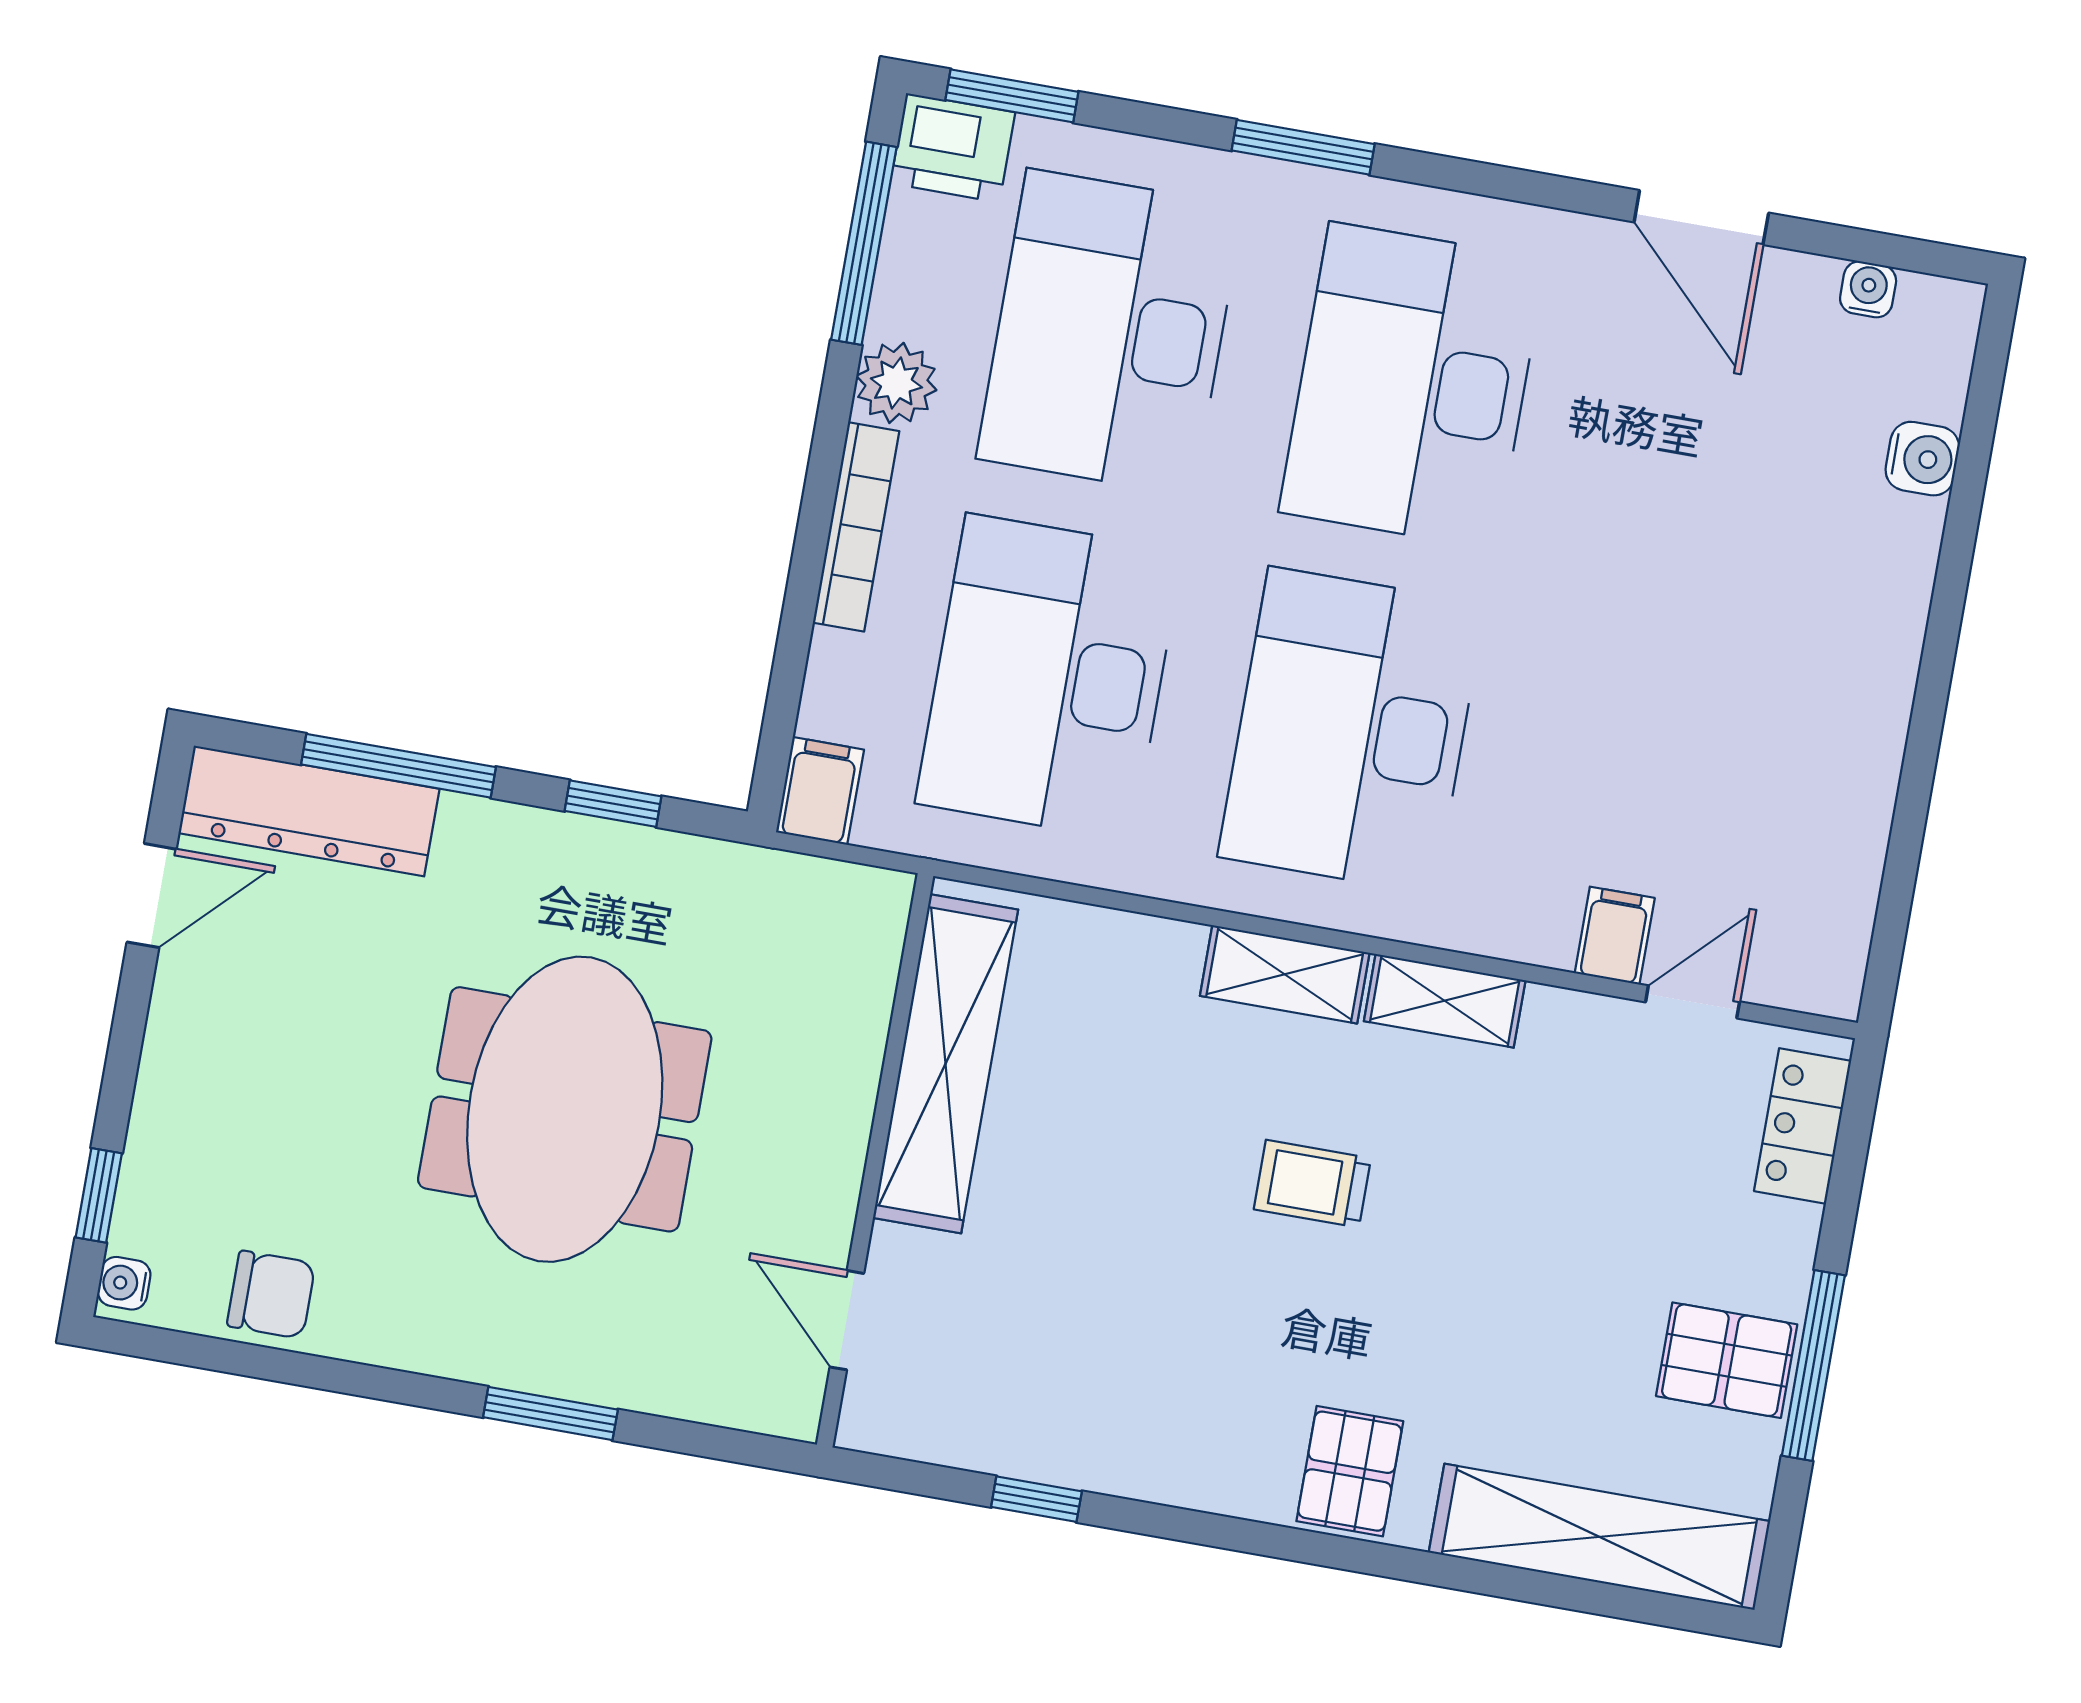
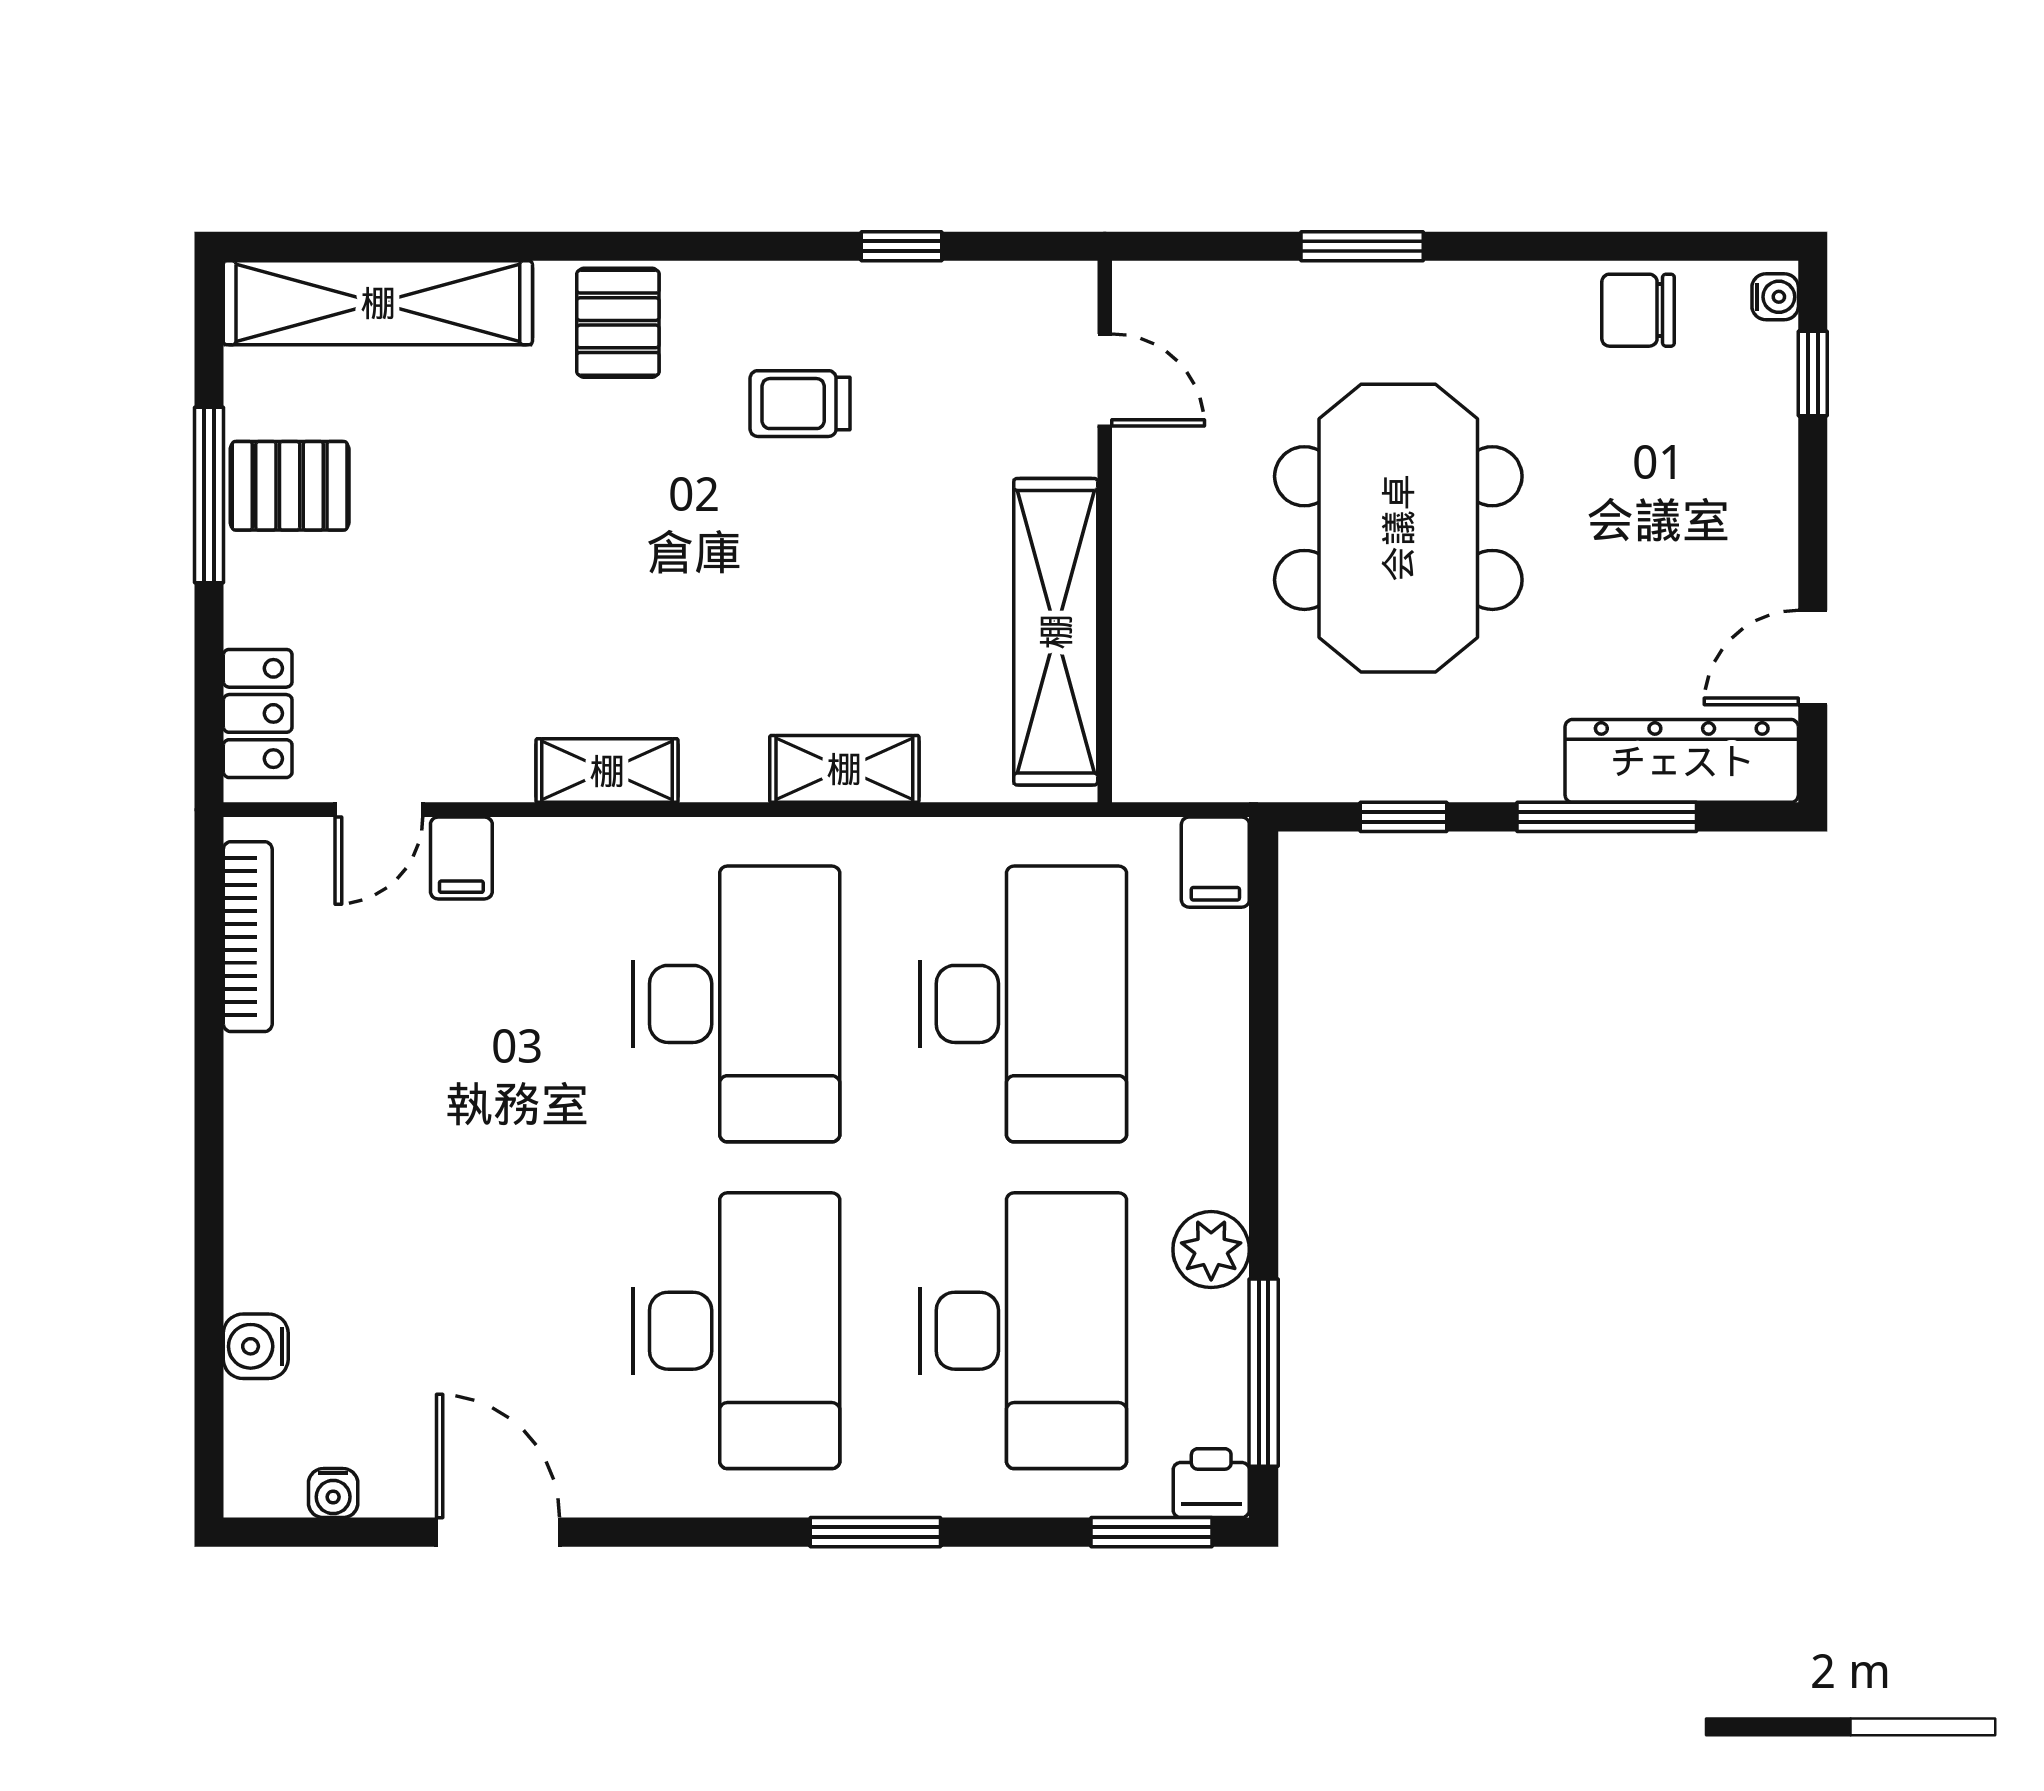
printer: (953, 148) -> (1211, 1483), width x0.73, depth x0.81
bookcase: (856, 527) -> (248, 937), moved, turned 180
shelving: (1285, 974) -> (844, 769), moved
trolley: (1312, 1184) -> (800, 404), moved, turned 180

